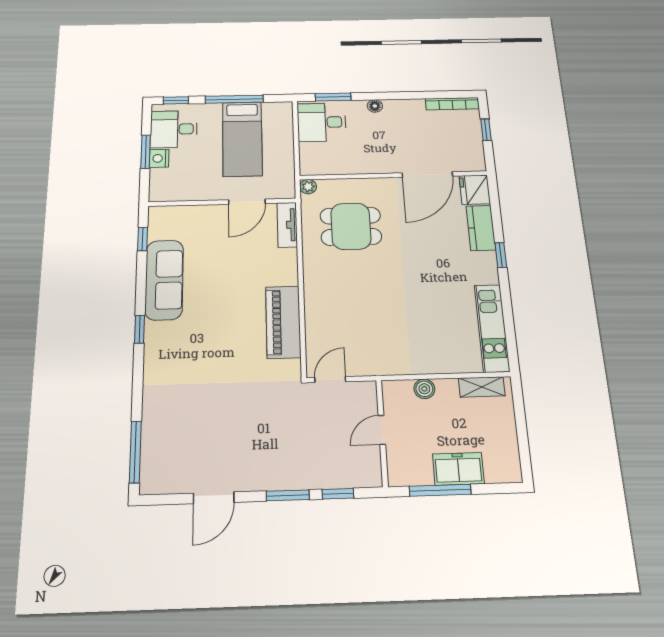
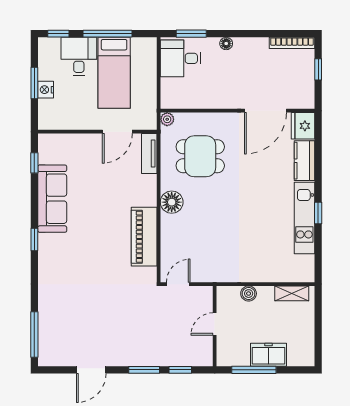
desk: (174, 129) -> (79, 56), moved, turned 90
window: (501, 255) -> (318, 213), moved
floor lamp: (317, 280) -> (172, 202), added
kitchen unit: (492, 328) -> (304, 218), moved

